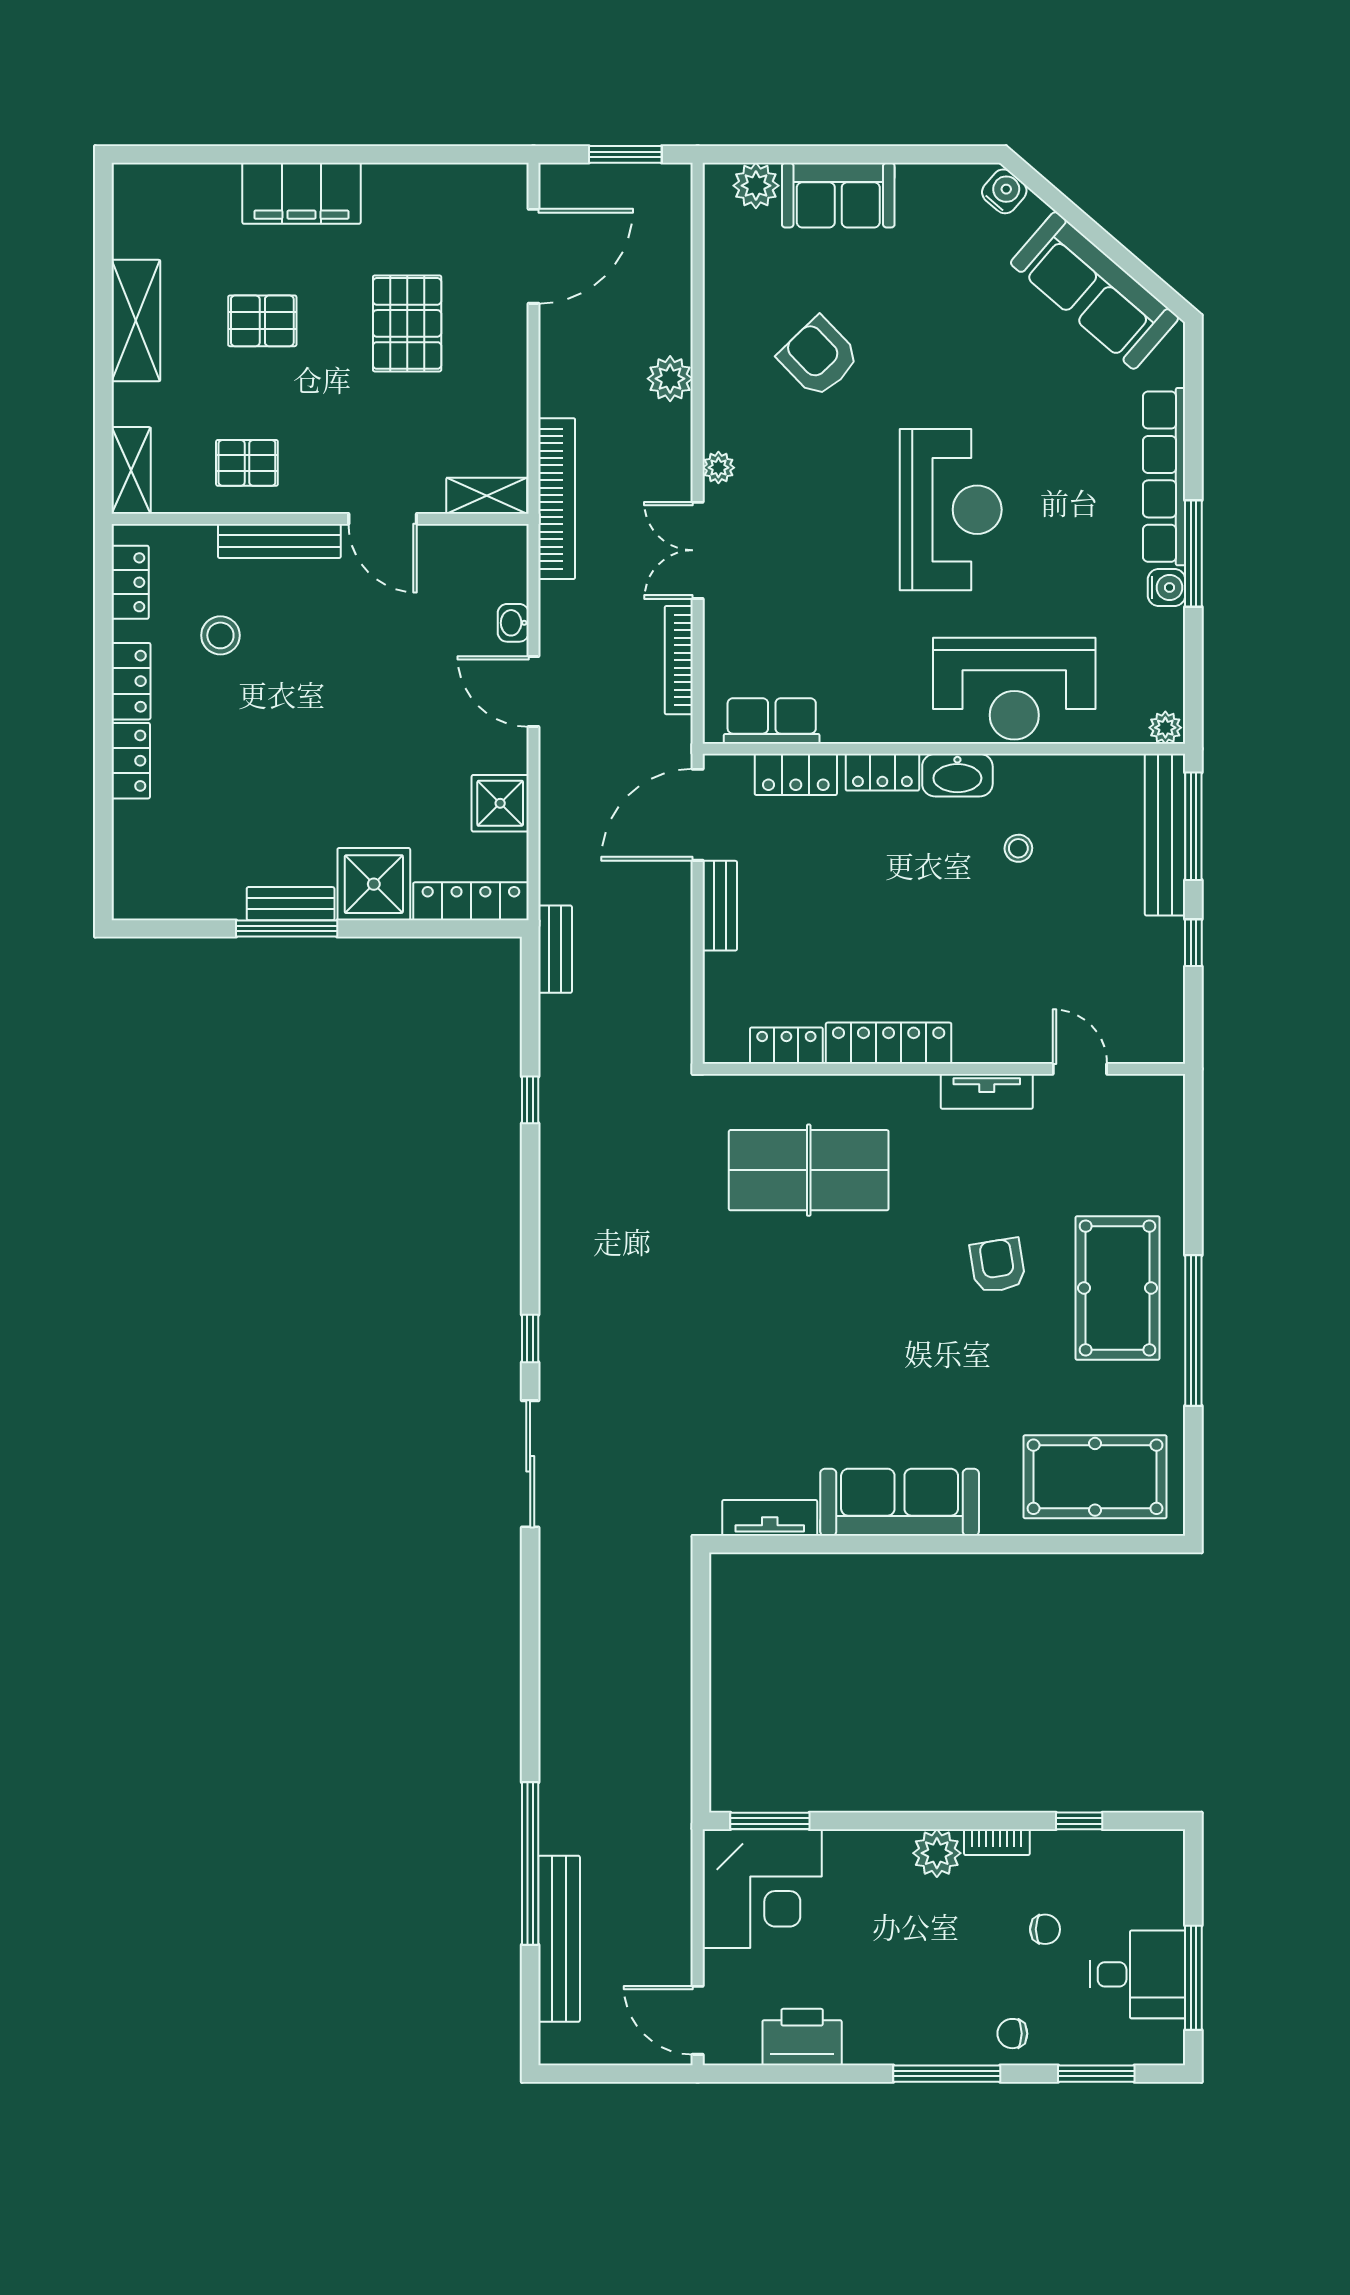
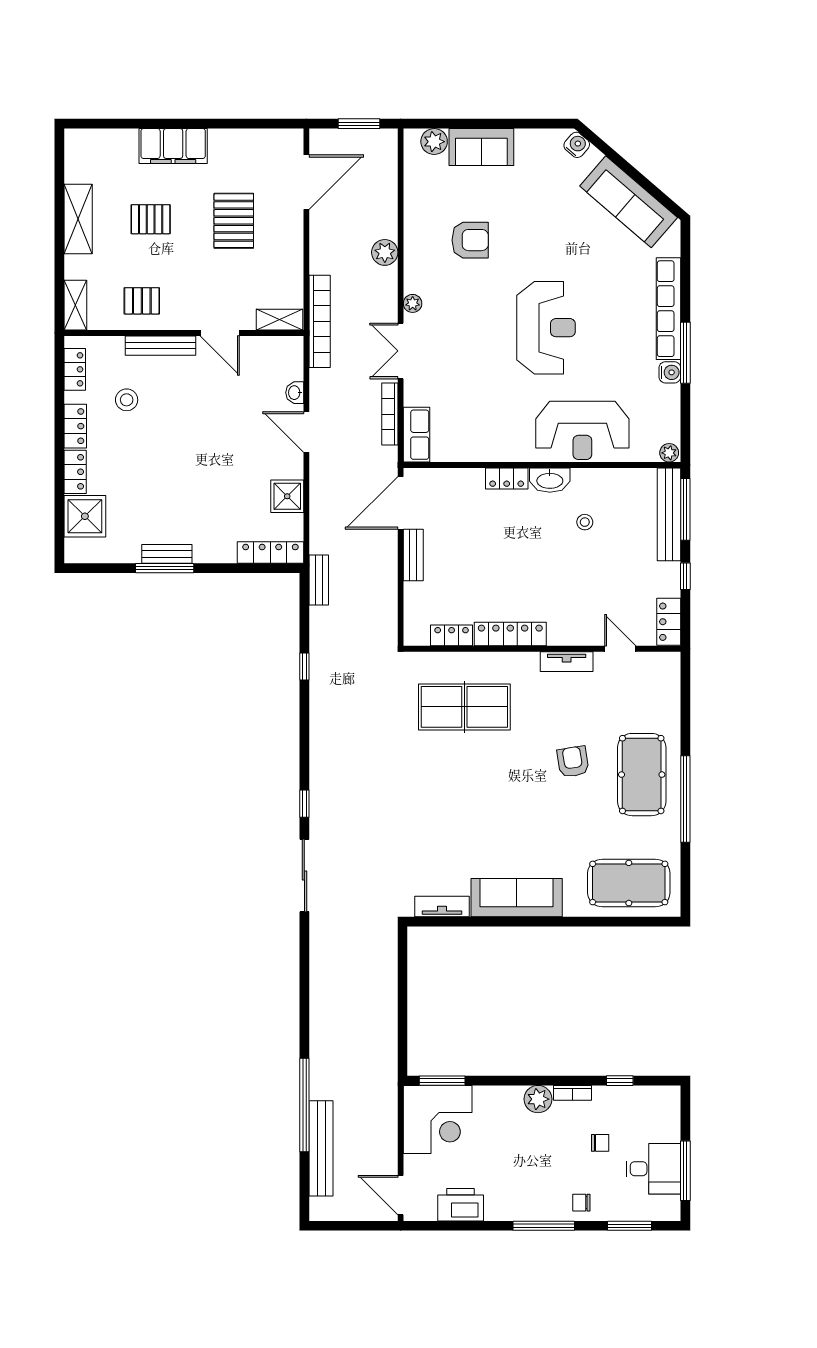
armchair: (819, 357) -> (470, 240), turned 134
row of seats: (772, 721) -> (417, 435), moved, turned 90
locker: (796, 774) -> (669, 622), moved, turned 90
shower: (374, 884) -> (85, 516), moved

